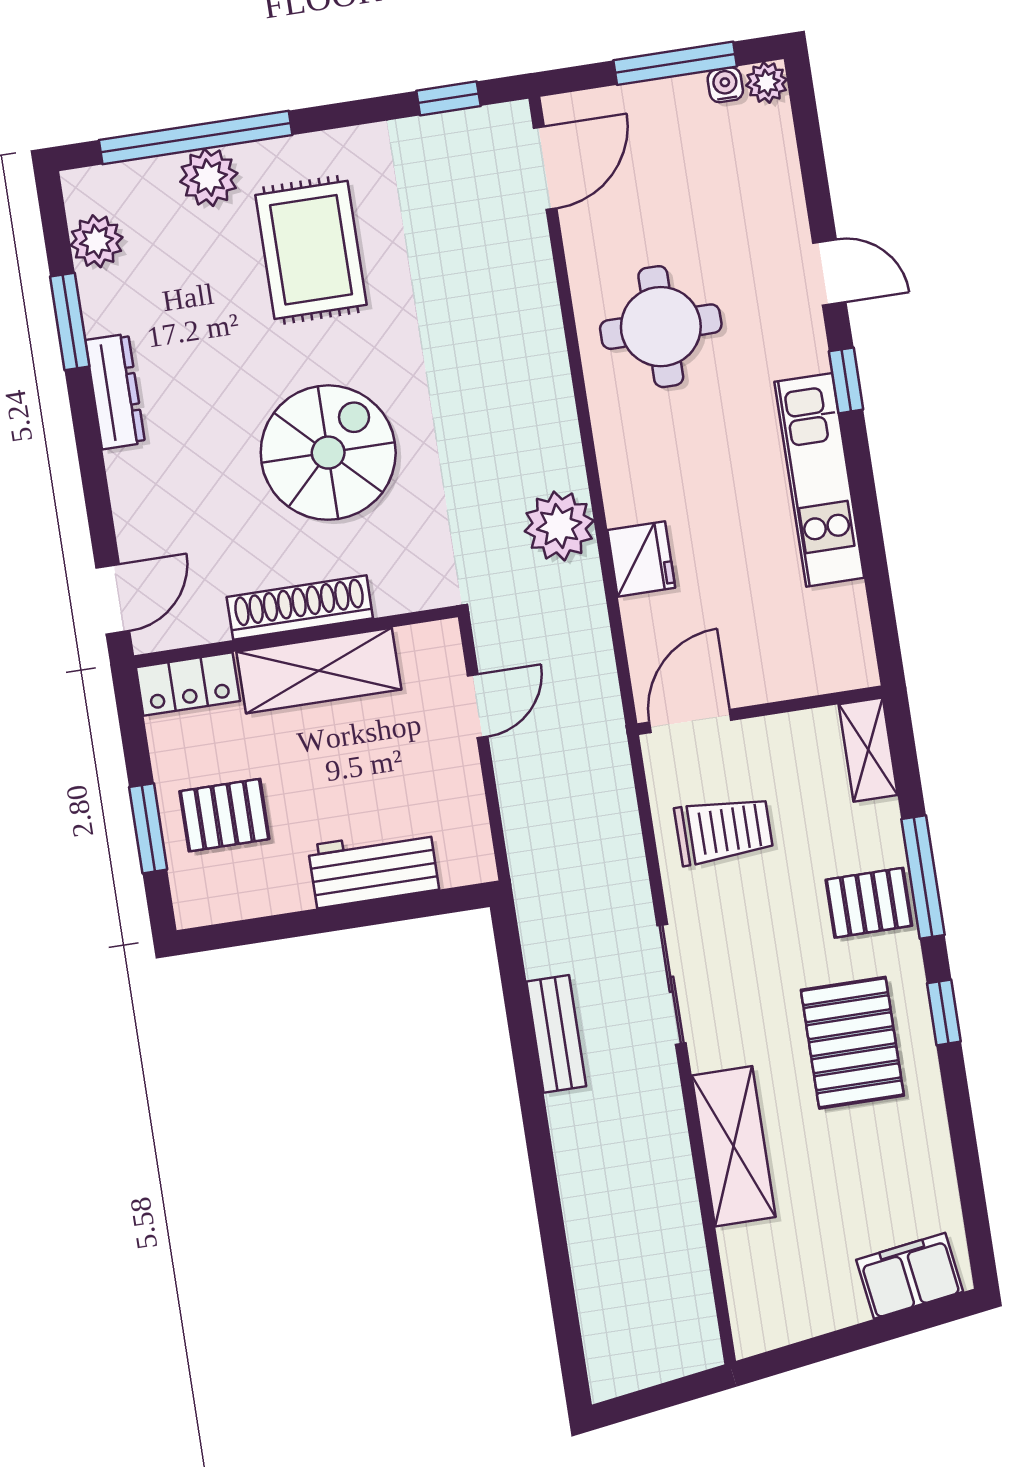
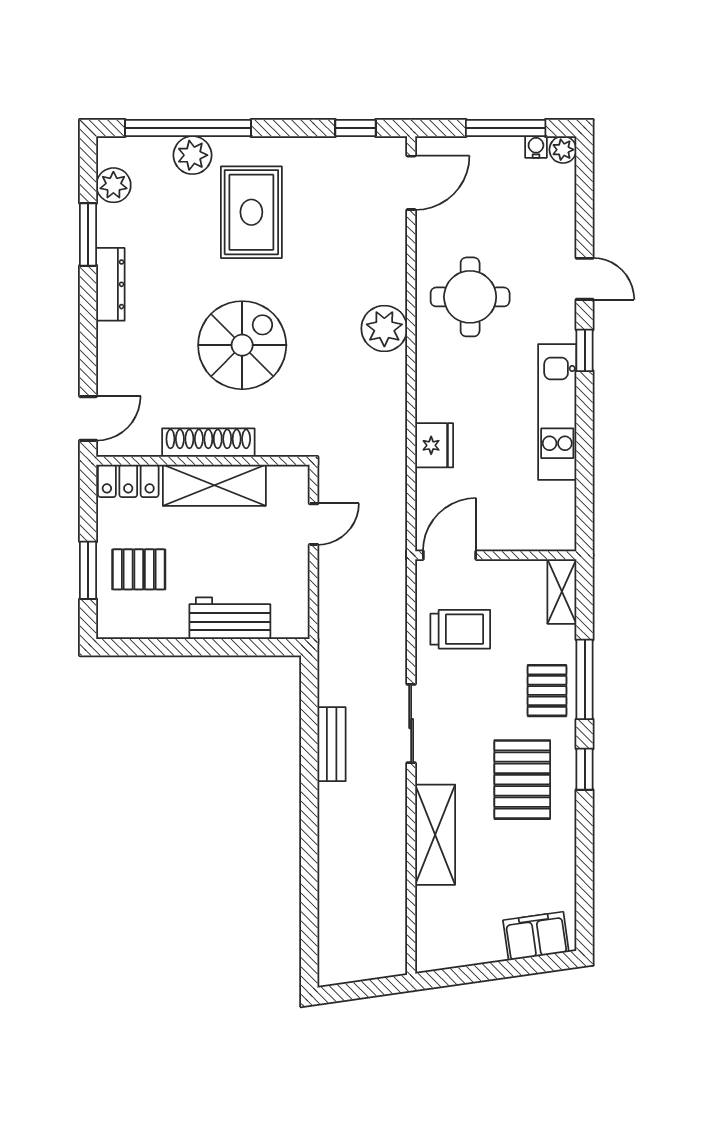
plant: (559, 526) -> (384, 328), moved
pallet: (869, 903) -> (547, 691), turned 90

